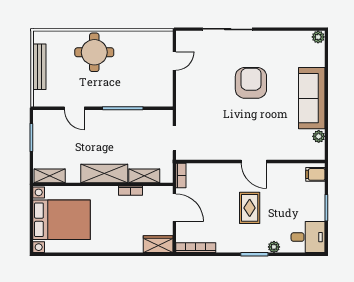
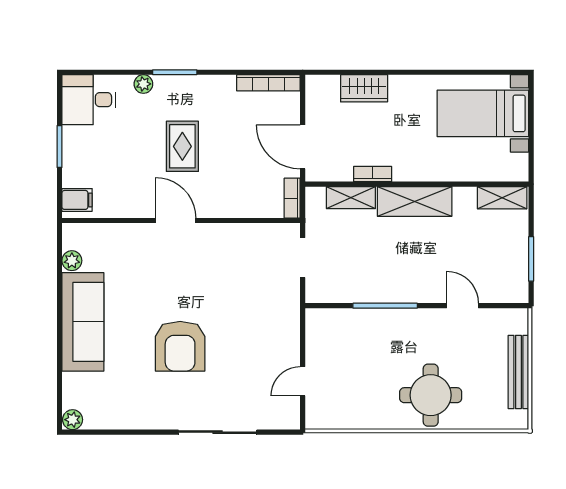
bed with nightstands: (62, 220) -> (483, 113), width x0.73
wardrobe: (158, 244) -> (364, 88), moved

